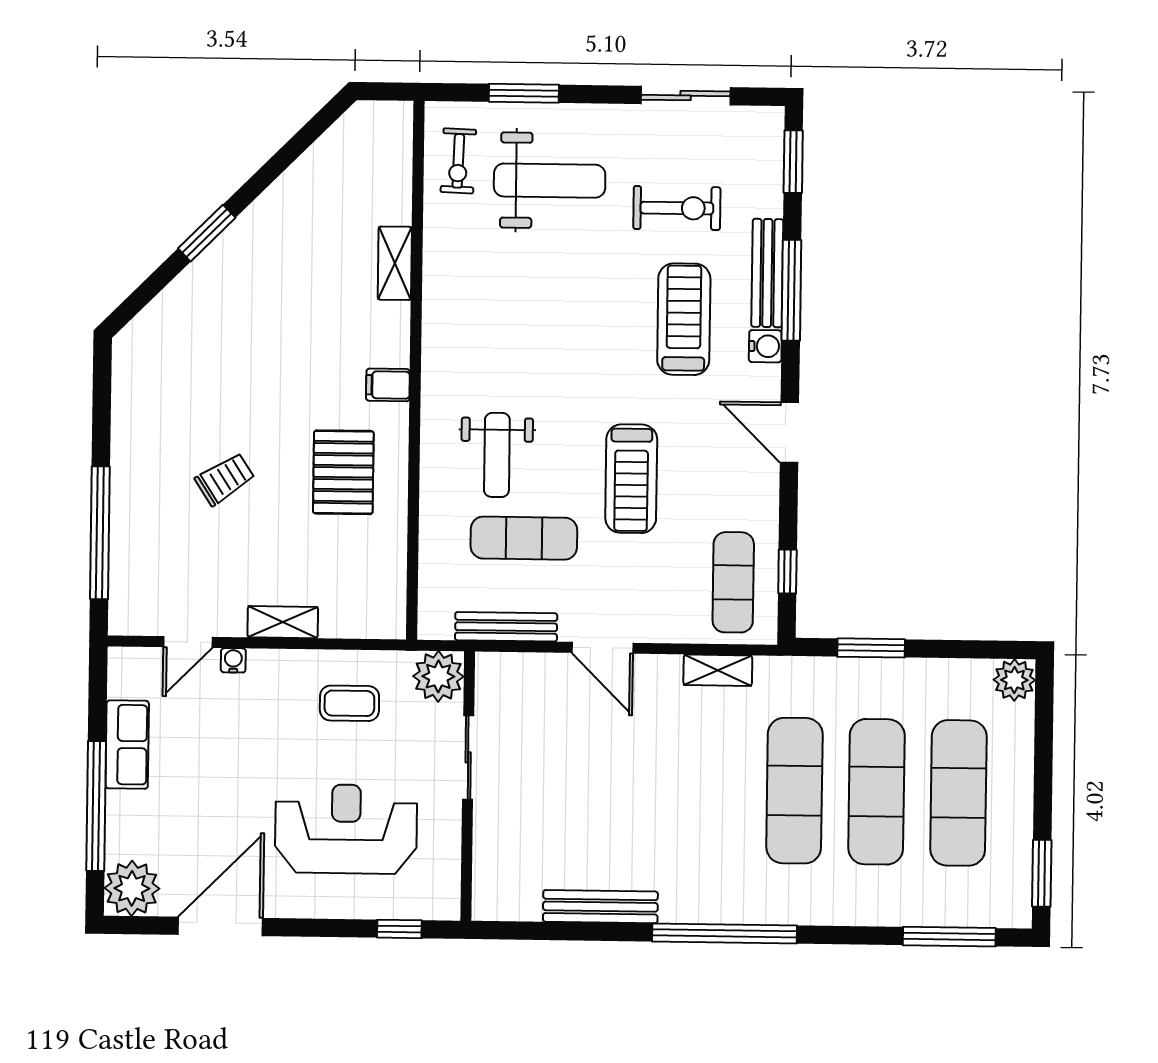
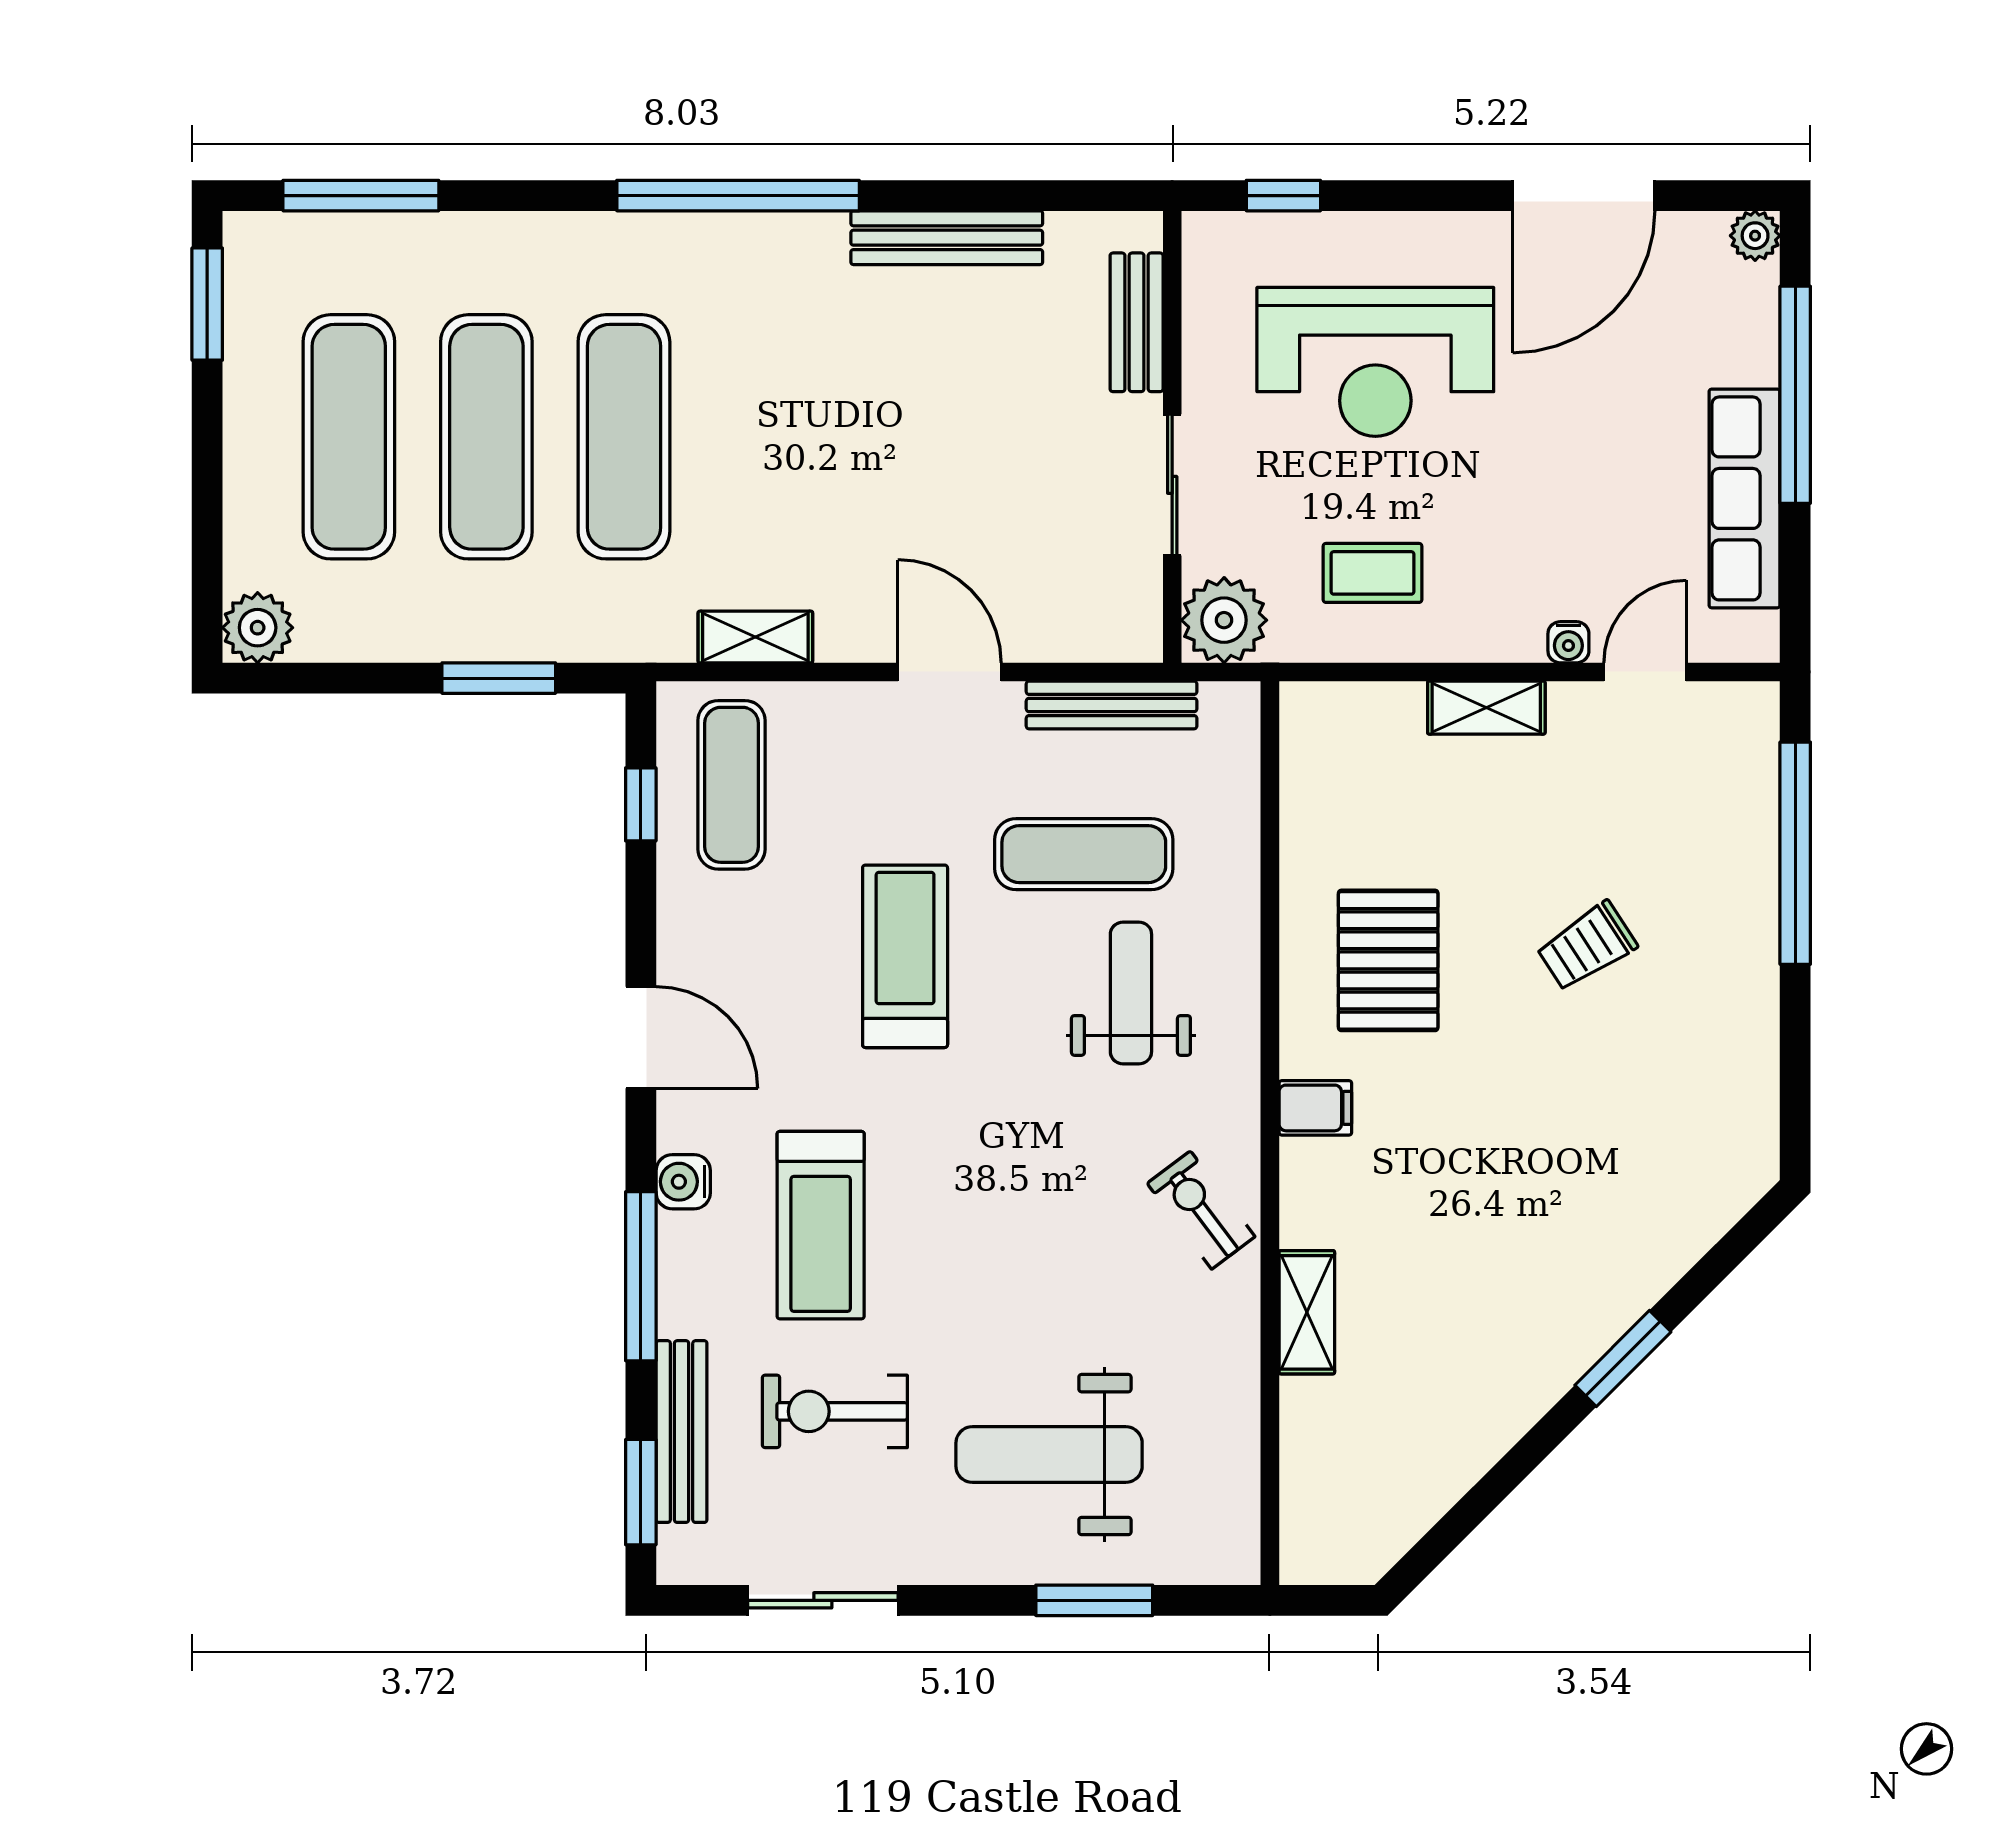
exercise bike: (458, 161) -> (1201, 1210), moved, turned -39
bench: (767, 273) -> (682, 1432), moved
row of seats: (127, 745) -> (1744, 498), width x1.48
bench: (488, 855) -> (1137, 322), added
plant: (132, 888) -> (1755, 236), width x0.53, depth x0.53

